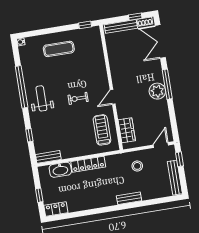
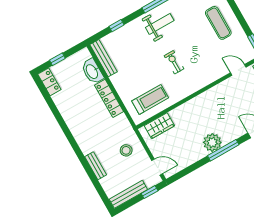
door: (113, 97) -> (238, 70), moved
bench: (48, 157) -> (104, 58), width x1.36
bench: (129, 198) -> (96, 166), moved

